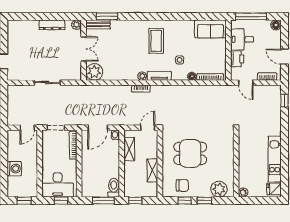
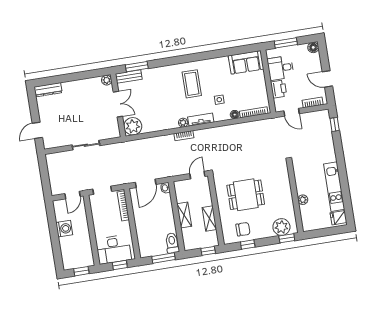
window: (251, 16) -> (286, 43), width x0.69
dresser: (52, 25) -> (48, 90), moved
shelving: (129, 149) -> (184, 215), moved
washing machine: (14, 169) -> (64, 229), moved
plant: (243, 193) -> (303, 200), moved
window: (135, 201) -> (208, 251), moved
window: (204, 201) -> (287, 238), moved

